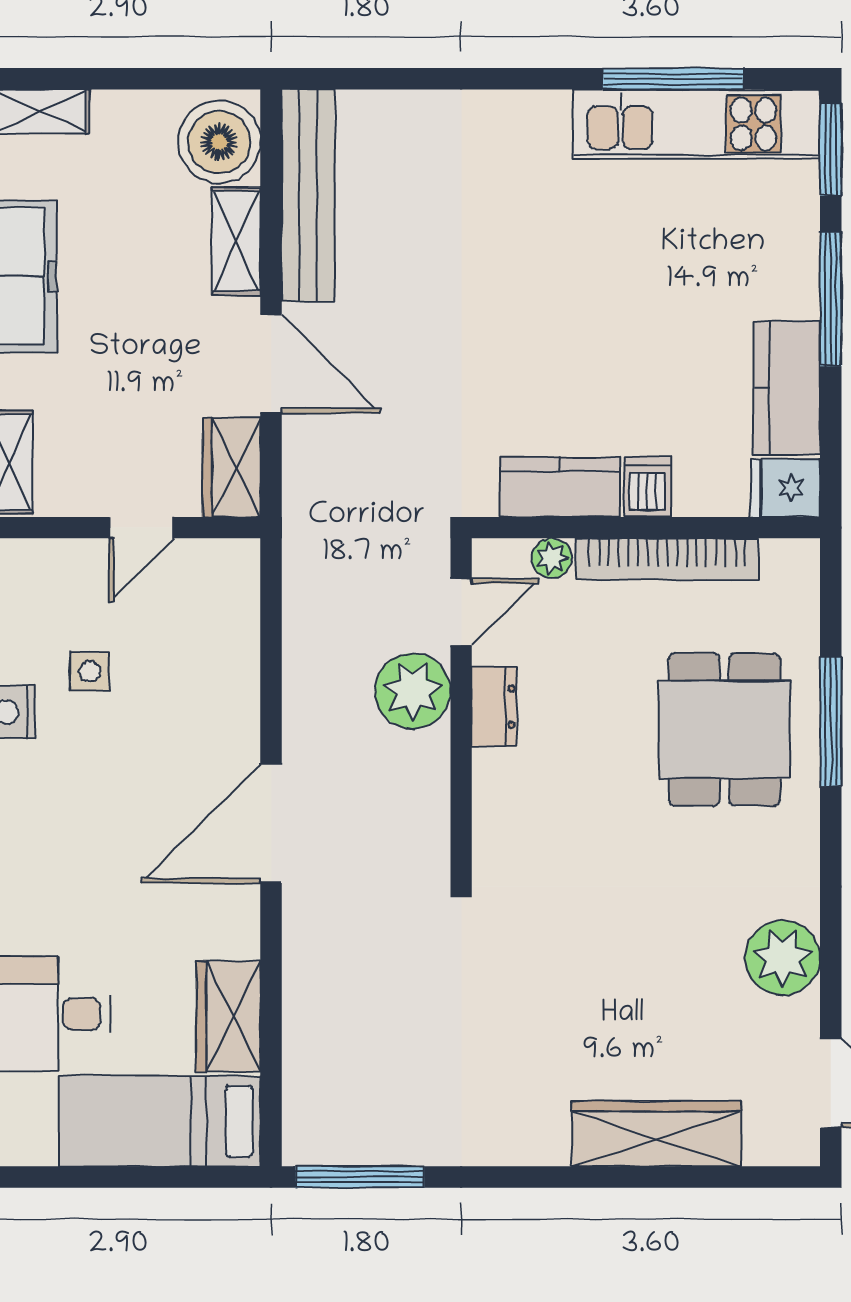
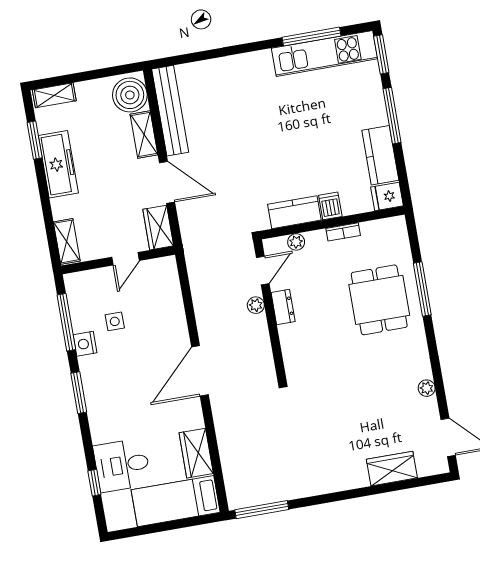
bookcase: (667, 559) -> (343, 232), width x0.43, depth x0.76
plant: (413, 691) -> (256, 305), width x0.53, depth x0.53
plant: (783, 958) -> (427, 388), width x0.53, depth x0.53
wardrobe: (656, 1134) -> (392, 469), width x0.67

